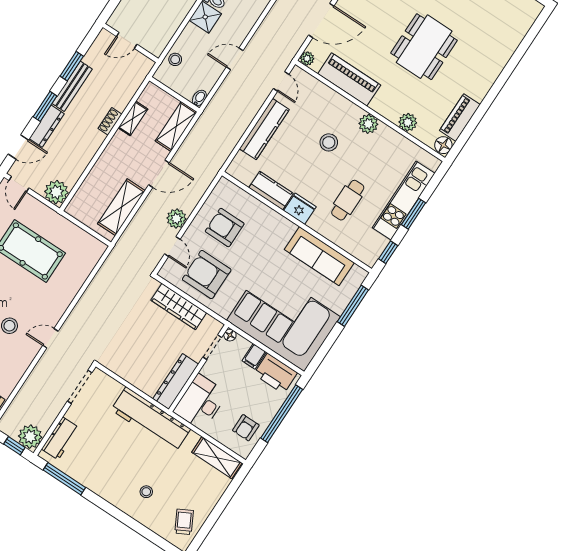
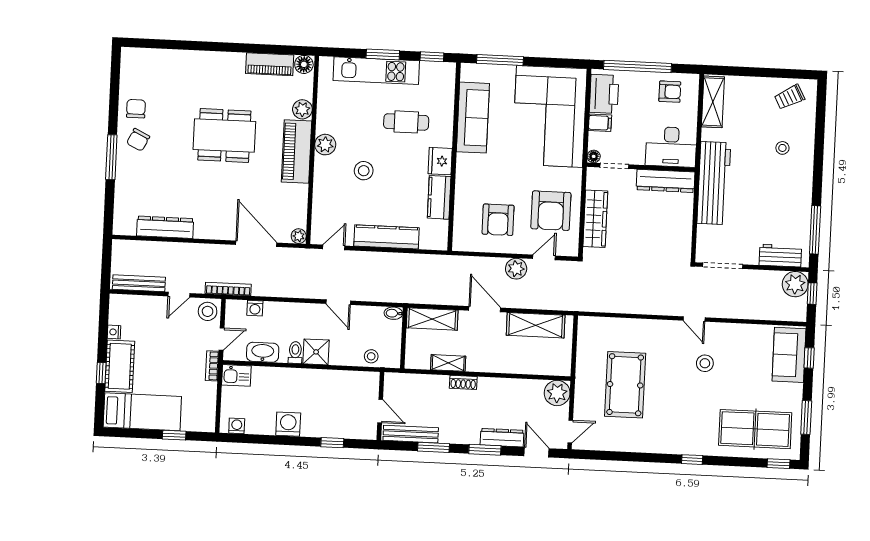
piano: (349, 79) -> (297, 152), moved
bench: (72, 86) -> (411, 434), moved

